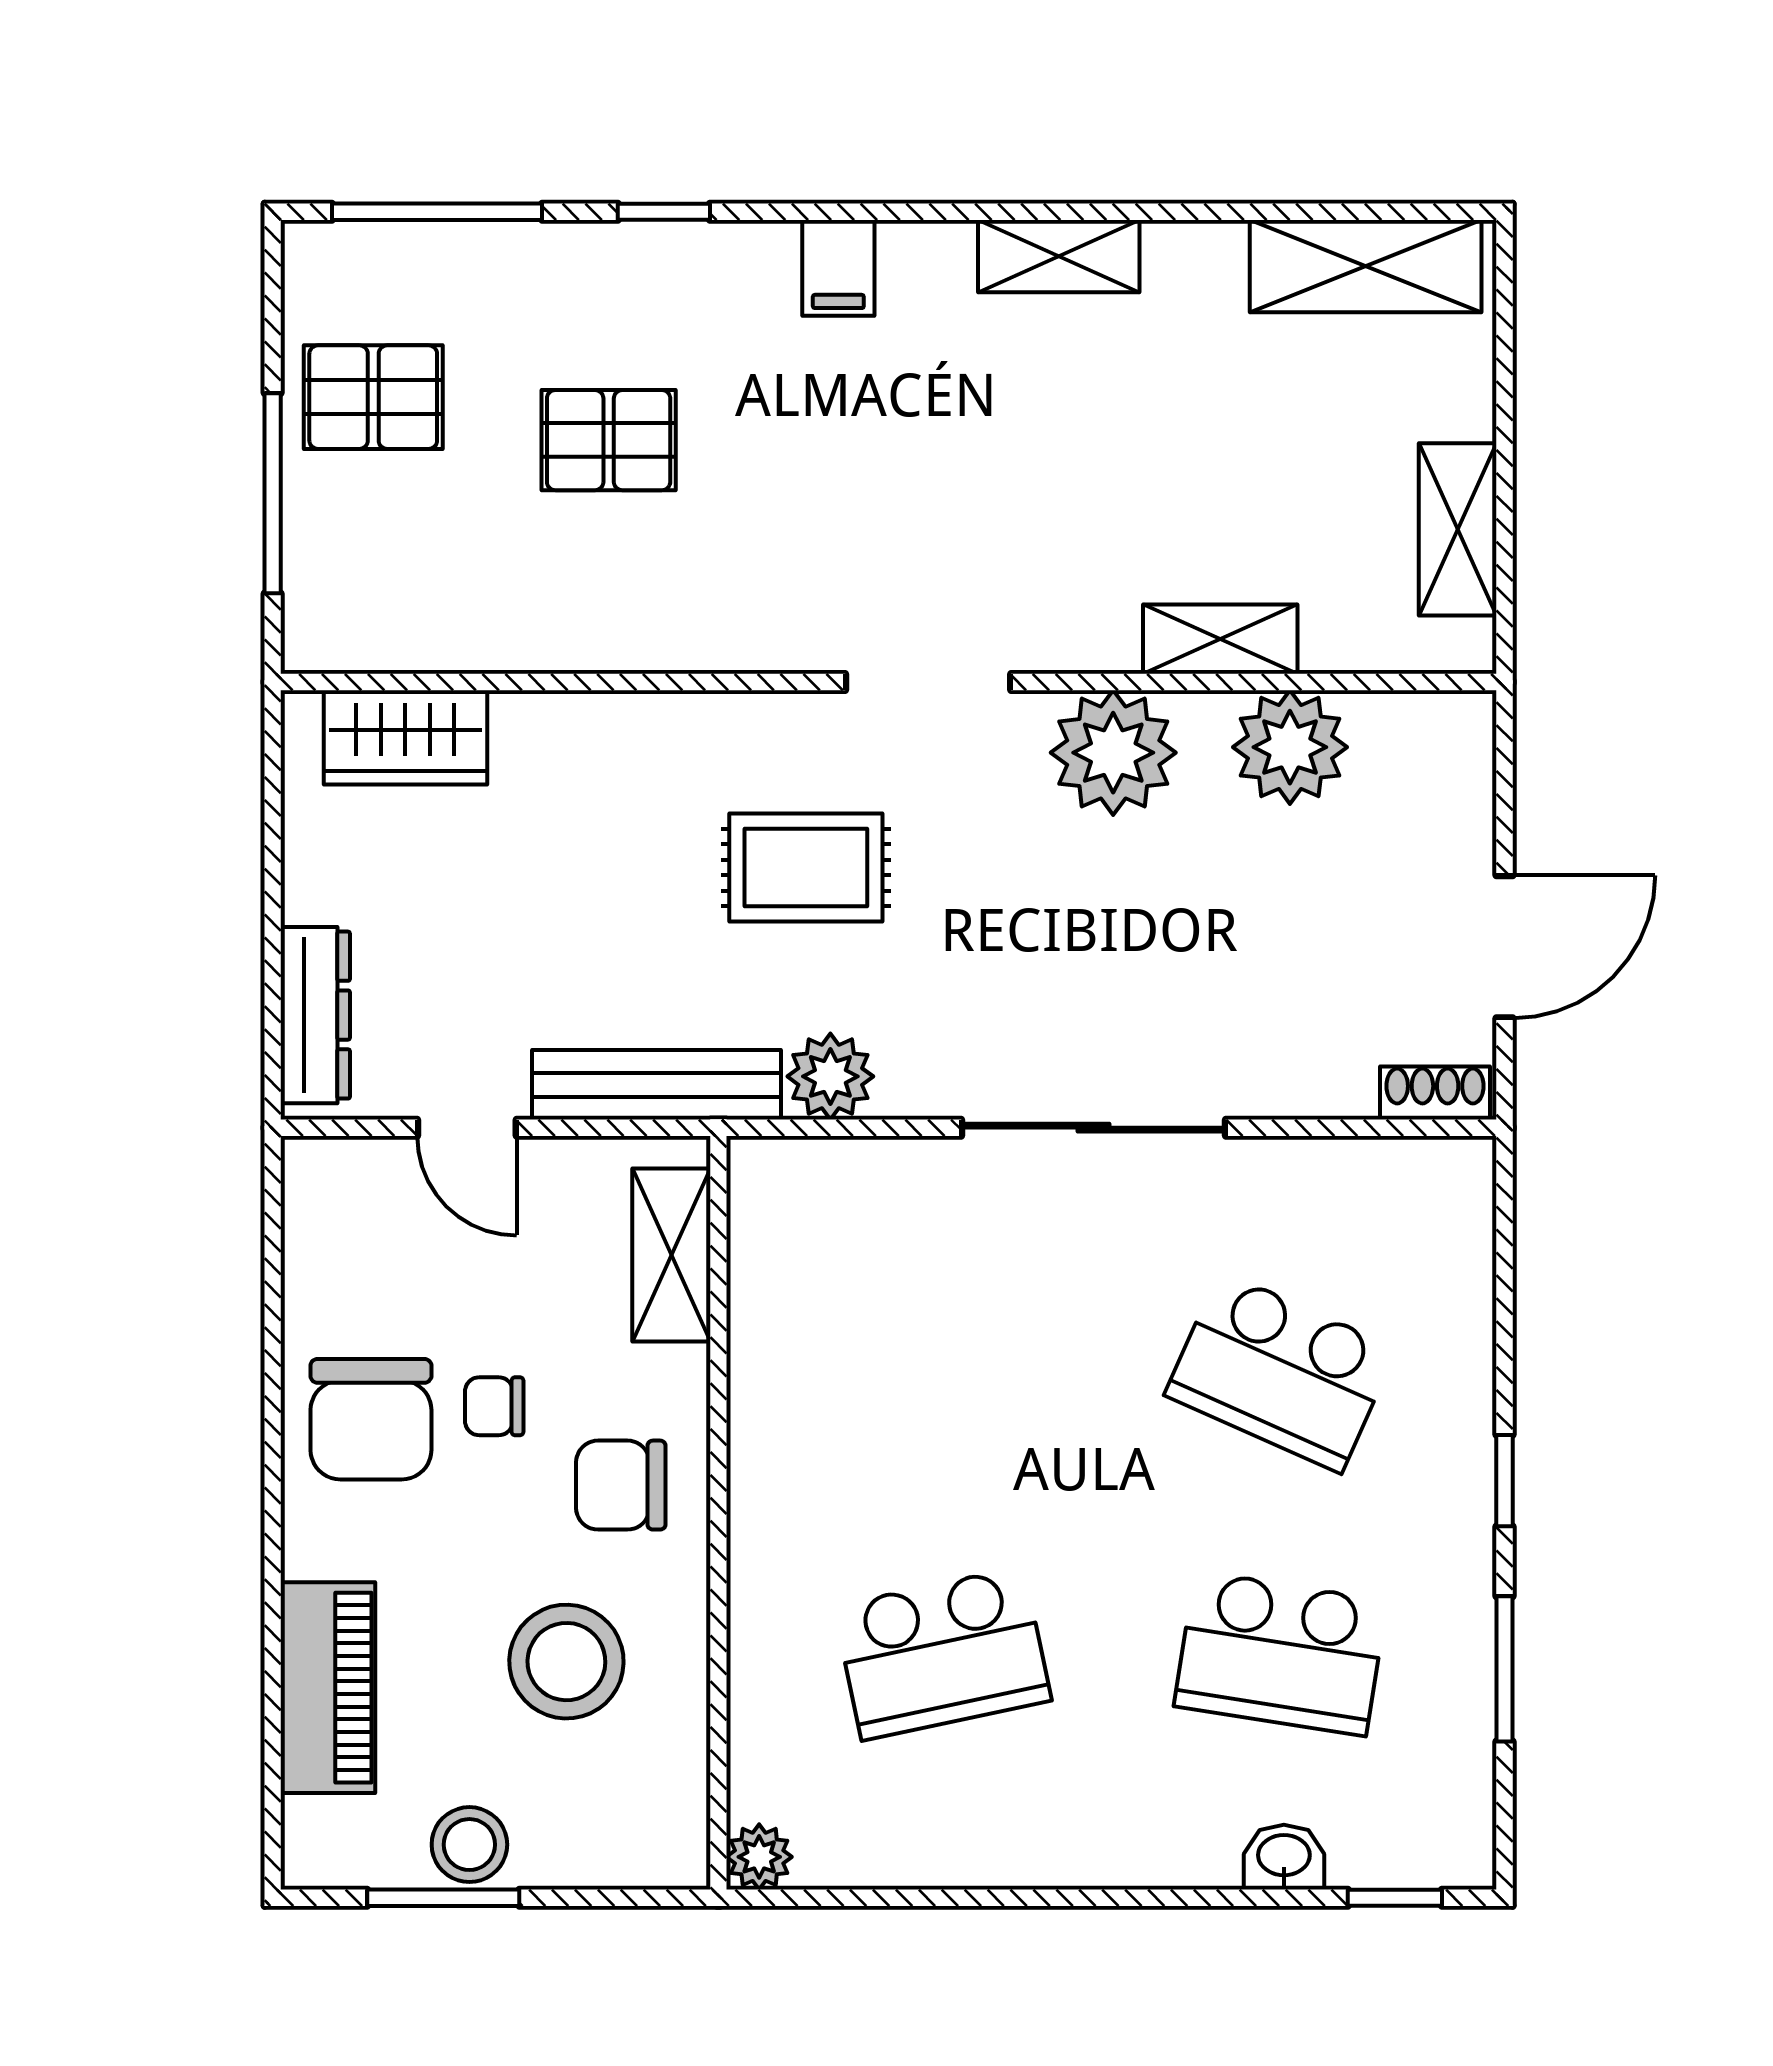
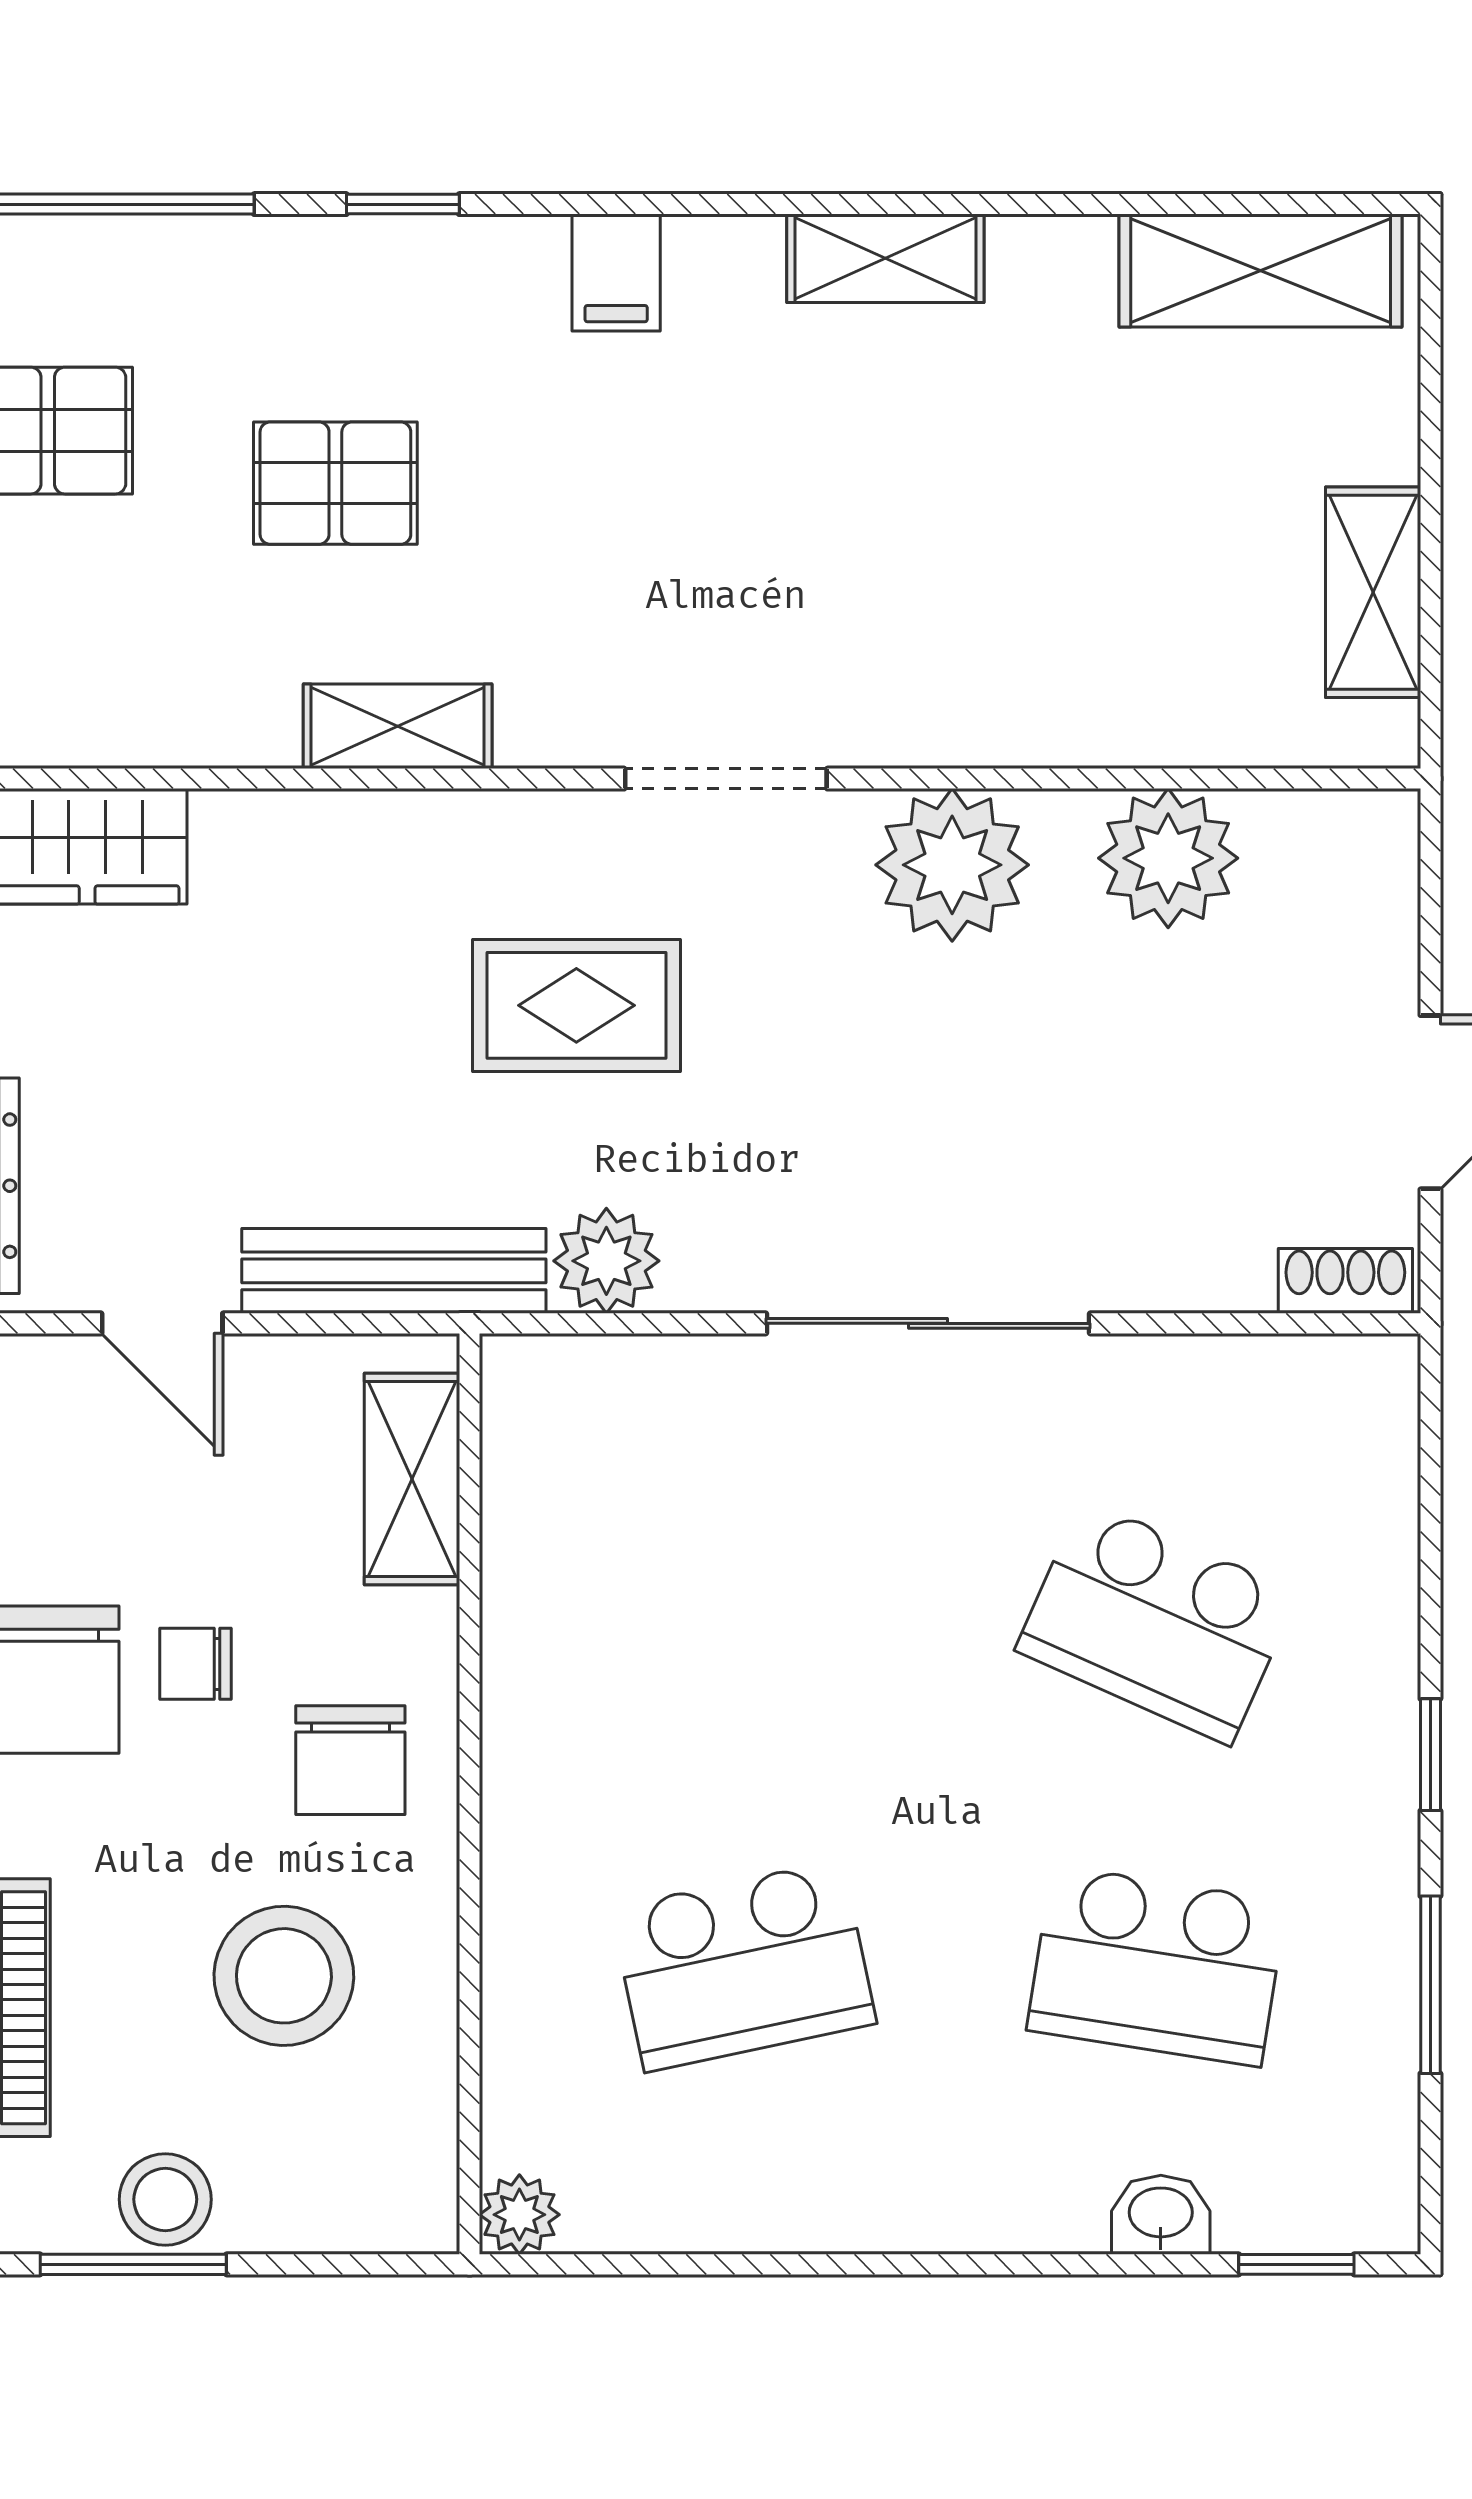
shelving: (1220, 639) -> (398, 726), moved
chair: (621, 1485) -> (350, 1760), turned -90

